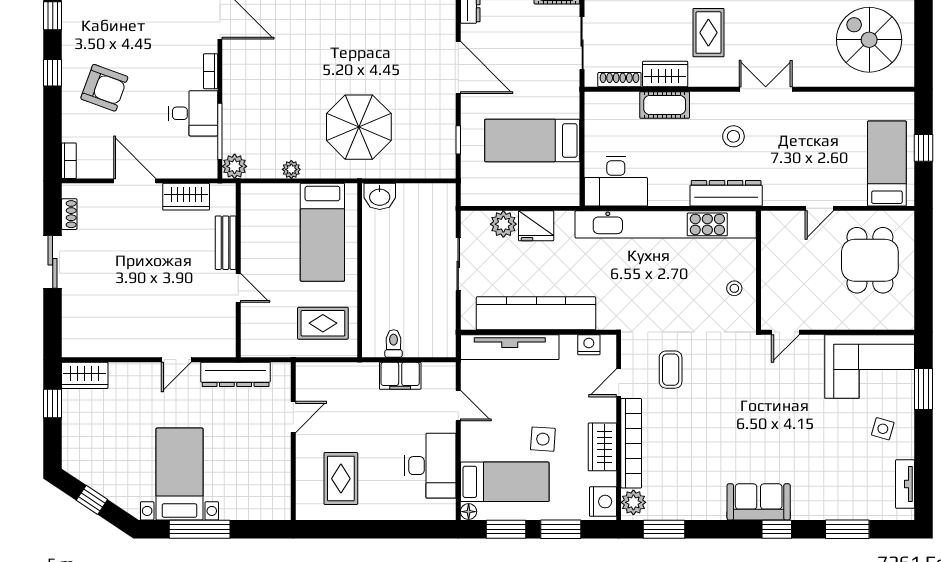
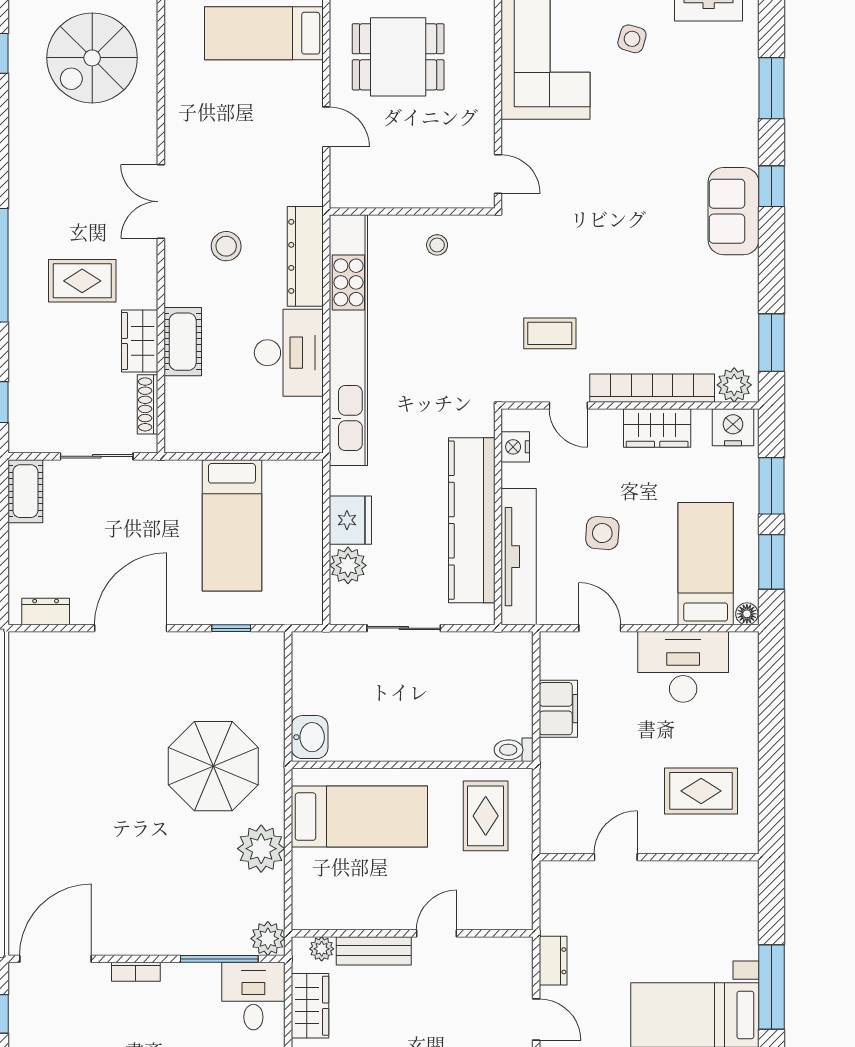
desk: (193, 113) -> (253, 996), moved
plant: (291, 169) -> (261, 849), width x1.88, depth x1.88
desk: (616, 181) -> (289, 353), moved
plant: (227, 205) -> (322, 949), added
toilet: (394, 343) -> (514, 750), moved
dresser: (236, 374) -> (553, 961), width x0.51, depth x0.80
door: (458, 406) -> (600, 628), hinge flipped
door: (293, 417) -> (616, 857), hinge flipped
side table: (543, 439) -> (602, 533), moved

